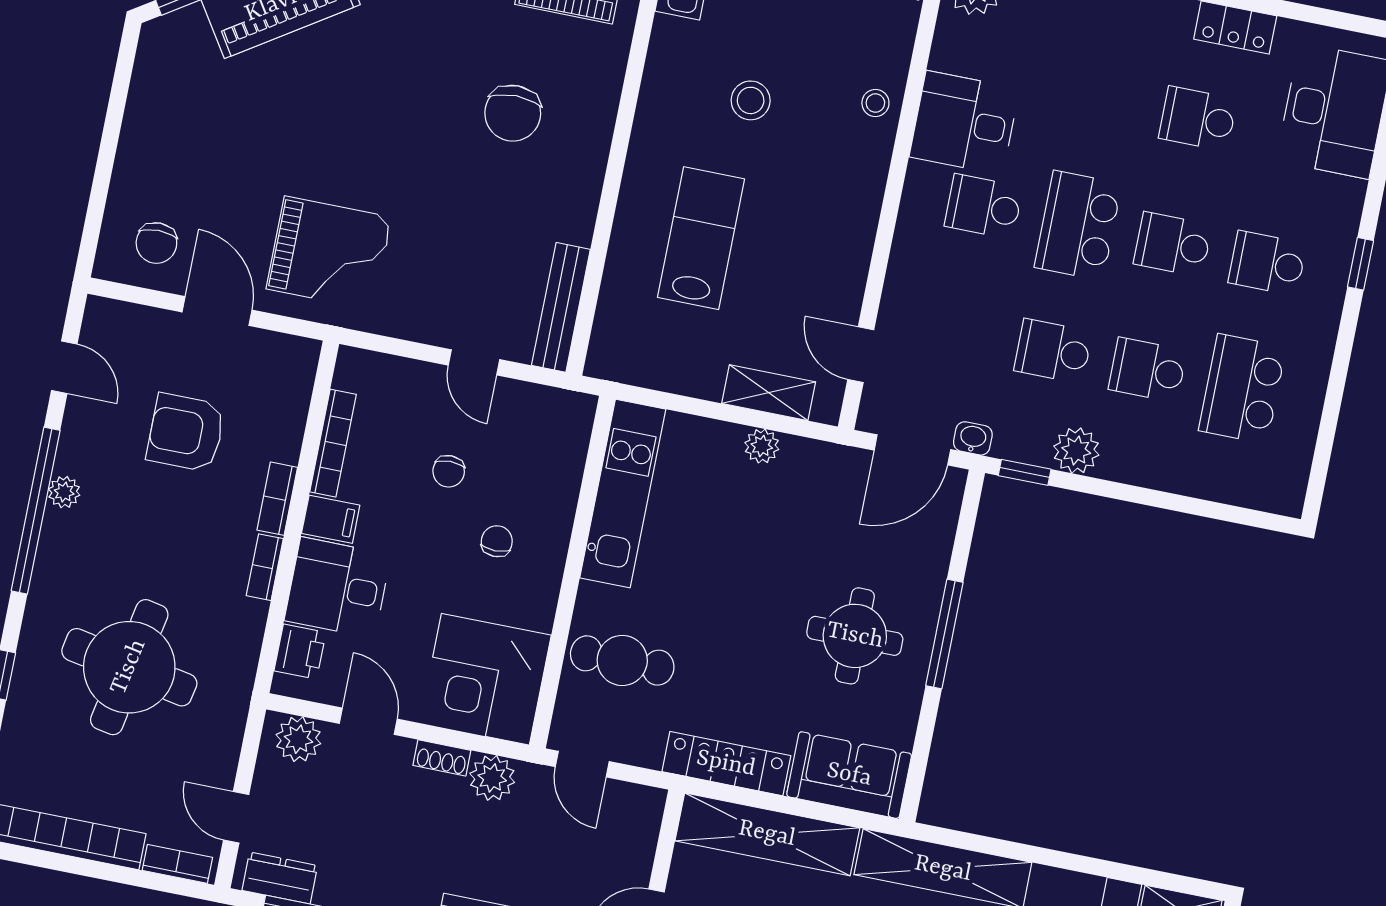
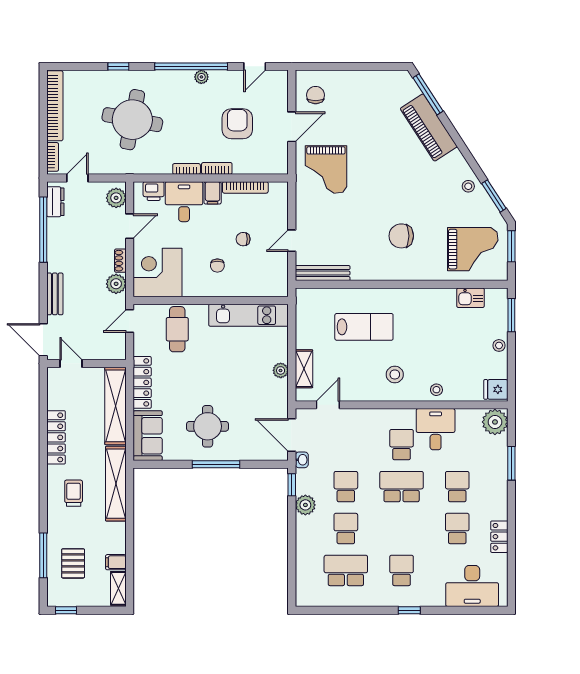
stool: (751, 100) -> (395, 374), moved
chair: (156, 243) -> (316, 95), turned 90
school desk: (1173, 244) -> (457, 487), moved
chair: (497, 541) -> (217, 266), turned 90

